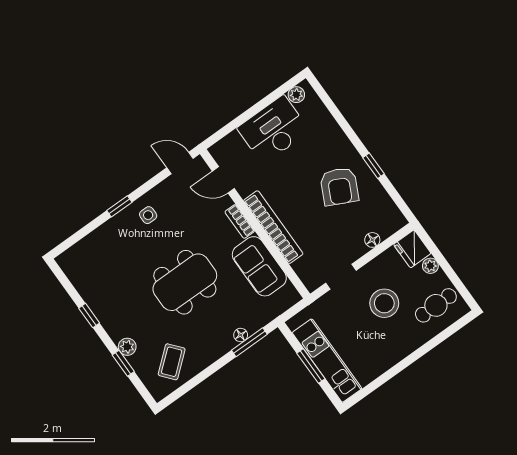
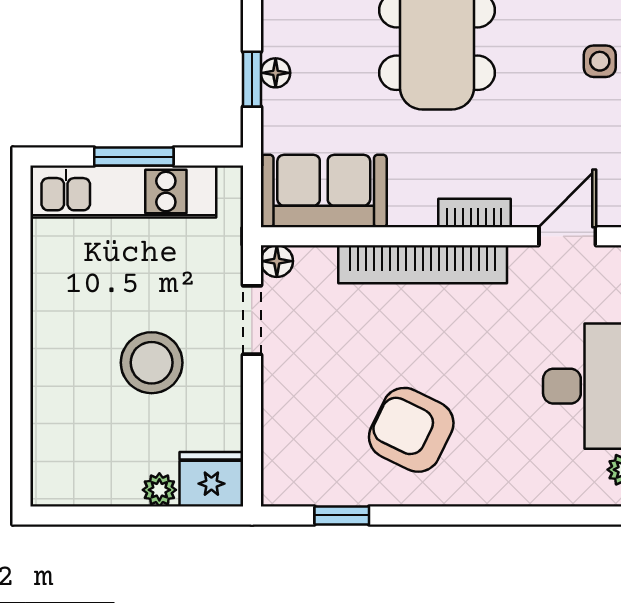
window: (374, 166) -> (342, 515), moved
floor lamp: (372, 240) -> (277, 261), moved
sofa: (259, 266) -> (324, 191), moved
cafe table: (436, 305) -> (84, 450), removed
window: (249, 342) -> (252, 79), width x0.67

